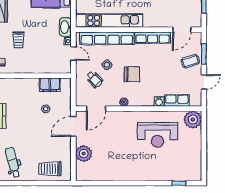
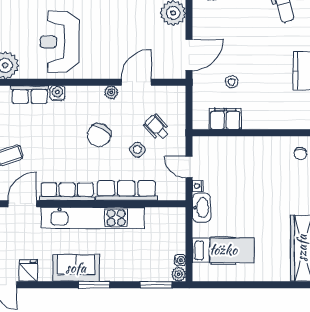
kitchen unit: (109, 21) -> (93, 218), moved
row of seats: (107, 38) -> (126, 190), width x0.73
trolley: (18, 40) -> (274, 188), removed
chair: (132, 74) -> (99, 135), turned -60
door: (96, 109) -> (136, 82), moved
reception desk: (158, 135) -> (60, 42), turned -90

